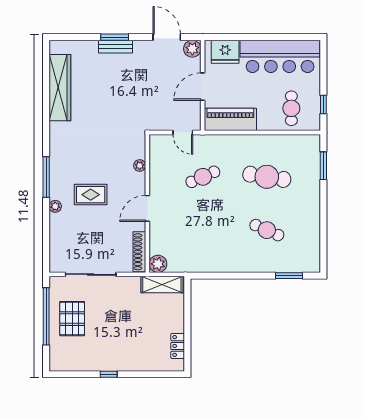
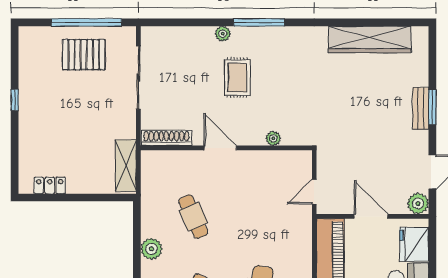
cafe table: (203, 177) -> (193, 217), moved
plant: (158, 264) -> (151, 249), moved

